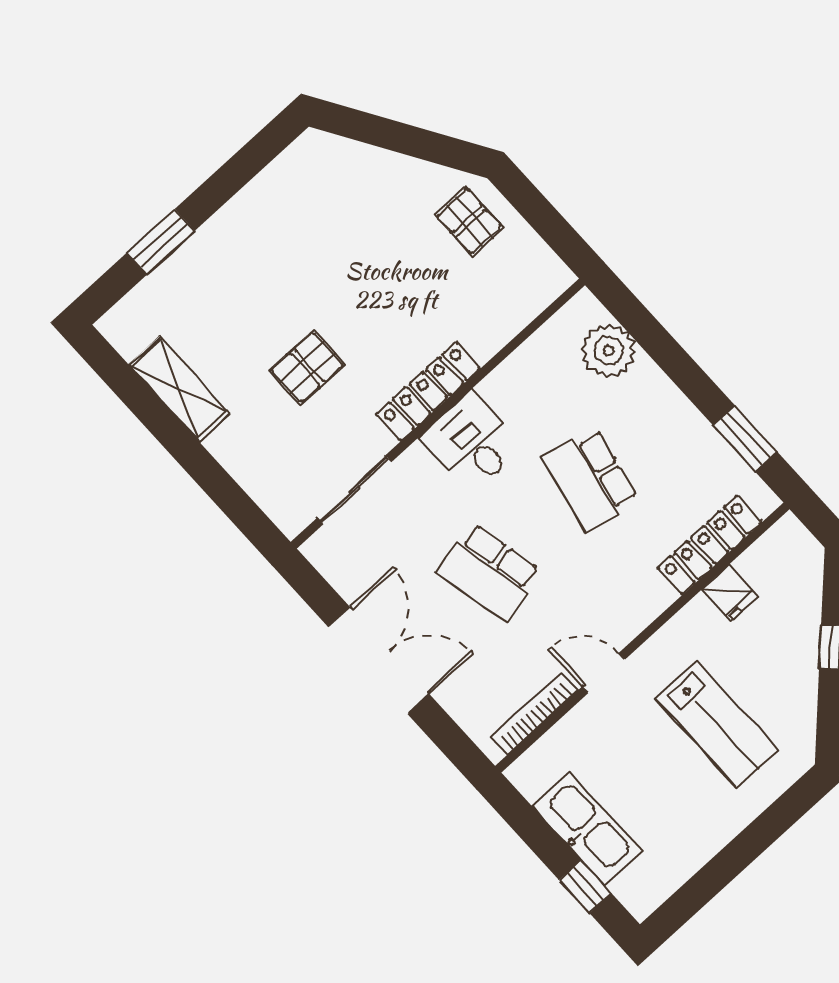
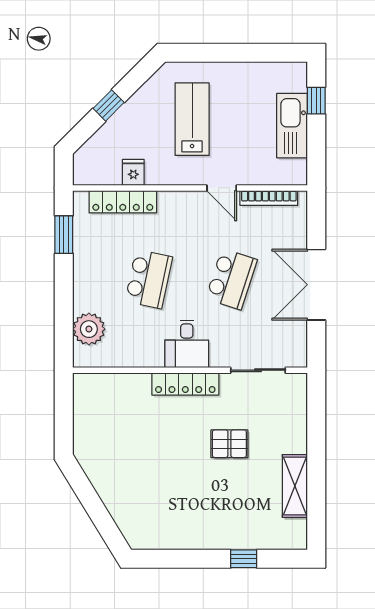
pallet: (469, 221) -> (98, 443), removed
window: (161, 242) -> (244, 559), width x0.67
school desk: (489, 572) -> (231, 279), turned 30

